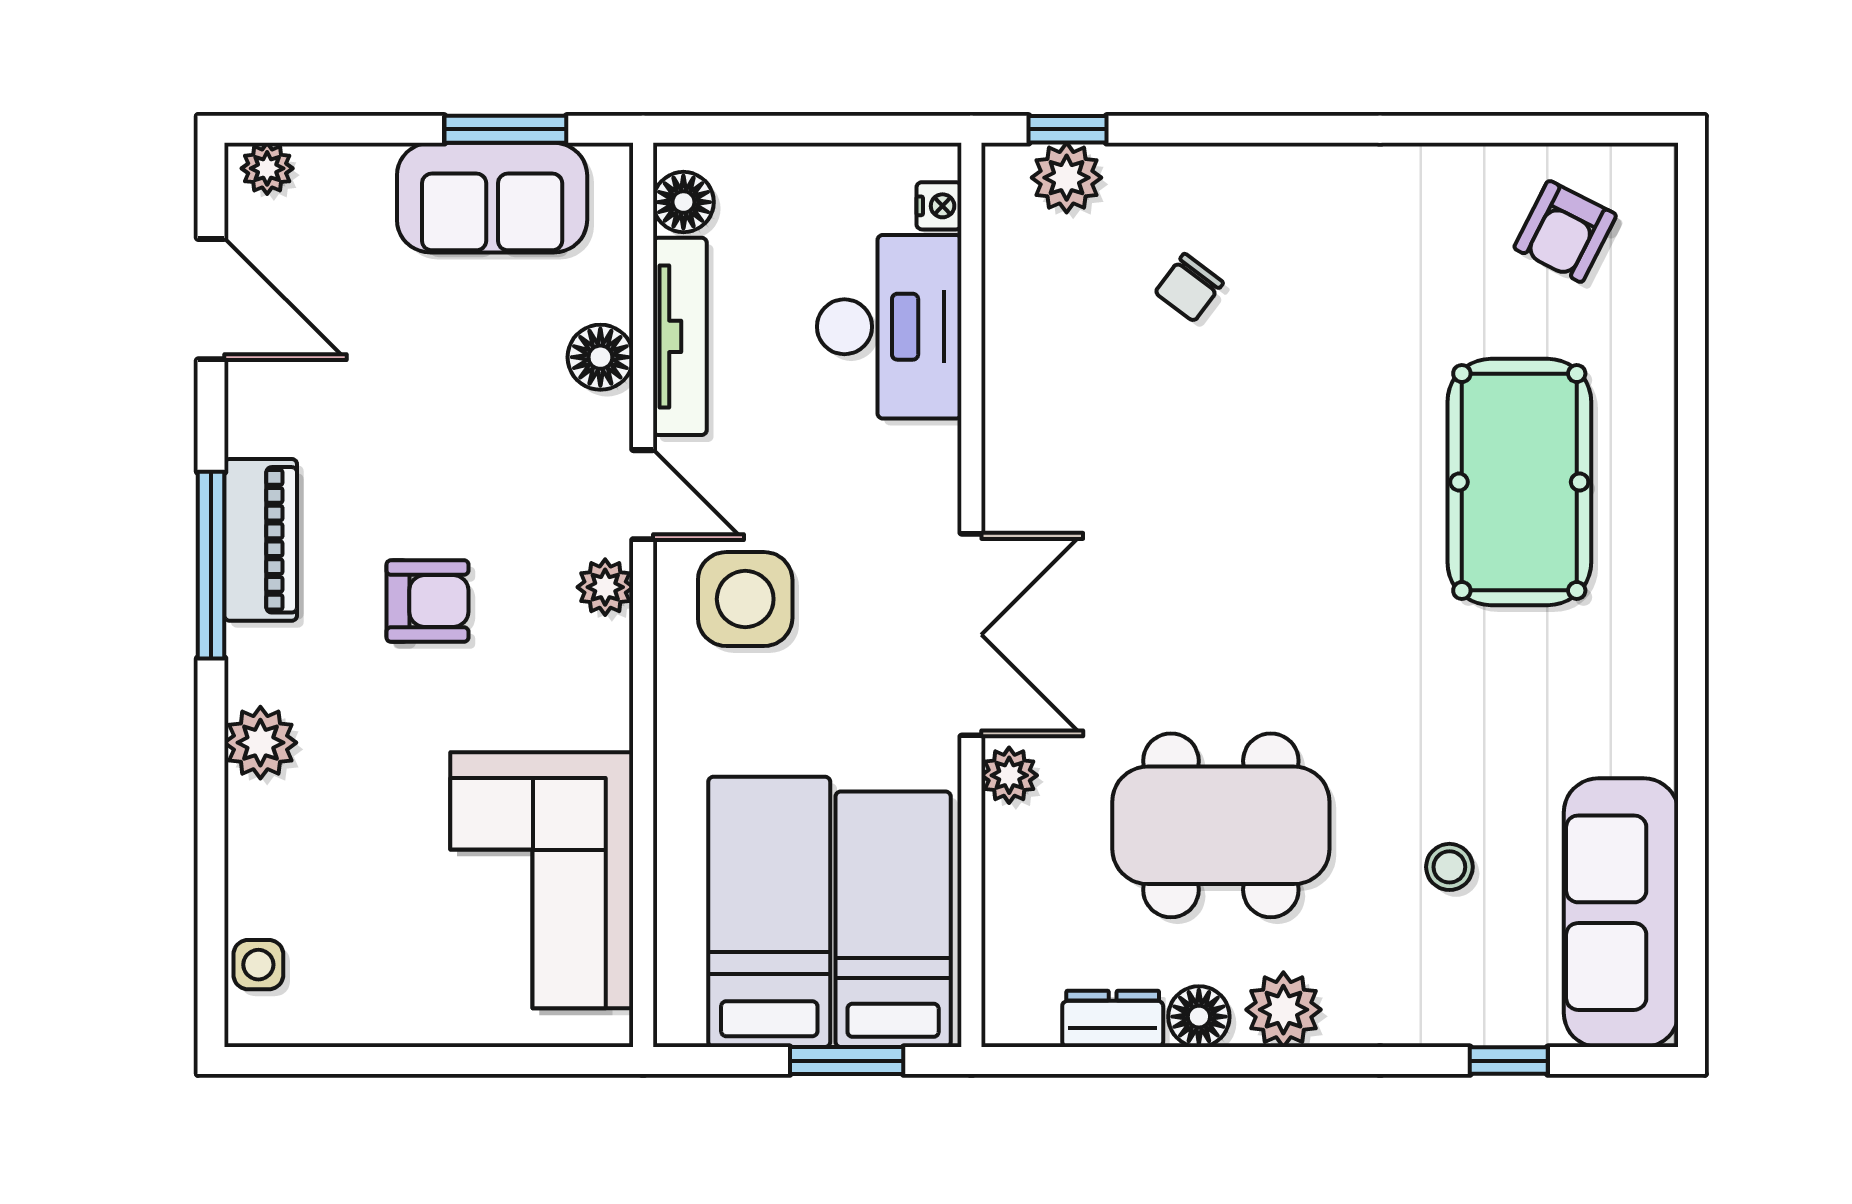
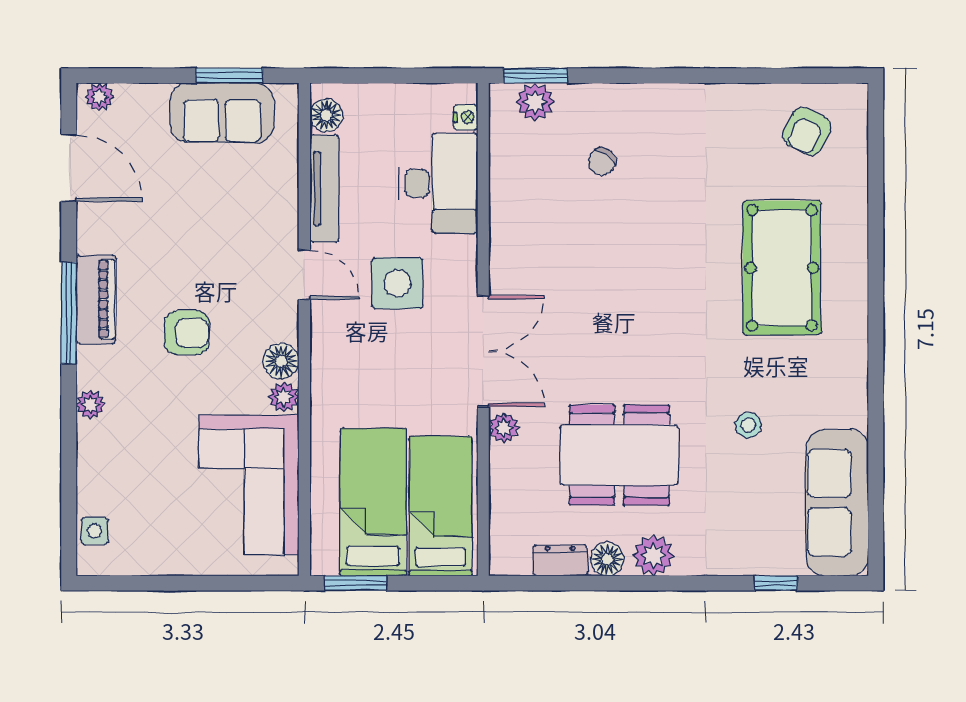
window: (1068, 129) -> (536, 76), width x1.50
floor lamp: (600, 357) -> (281, 361), moved
plant: (605, 587) -> (284, 397), moved
side table: (745, 599) -> (397, 283), moved
plant: (260, 743) -> (90, 405), width x0.73, depth x0.73
stool: (1449, 867) -> (748, 425), moved
window: (847, 1061) -> (356, 583), moved

